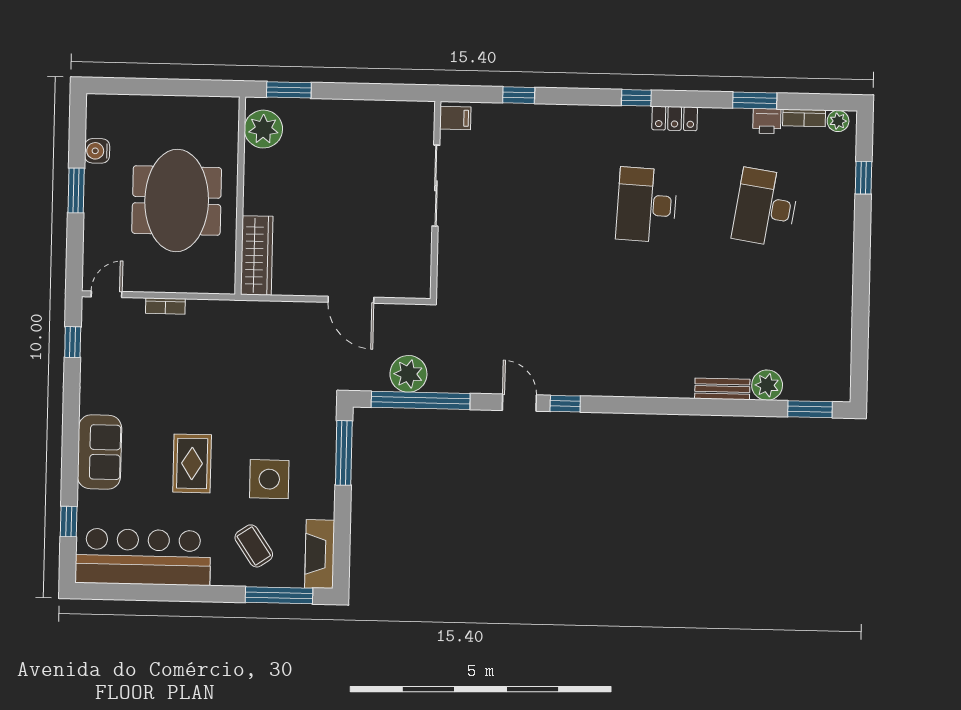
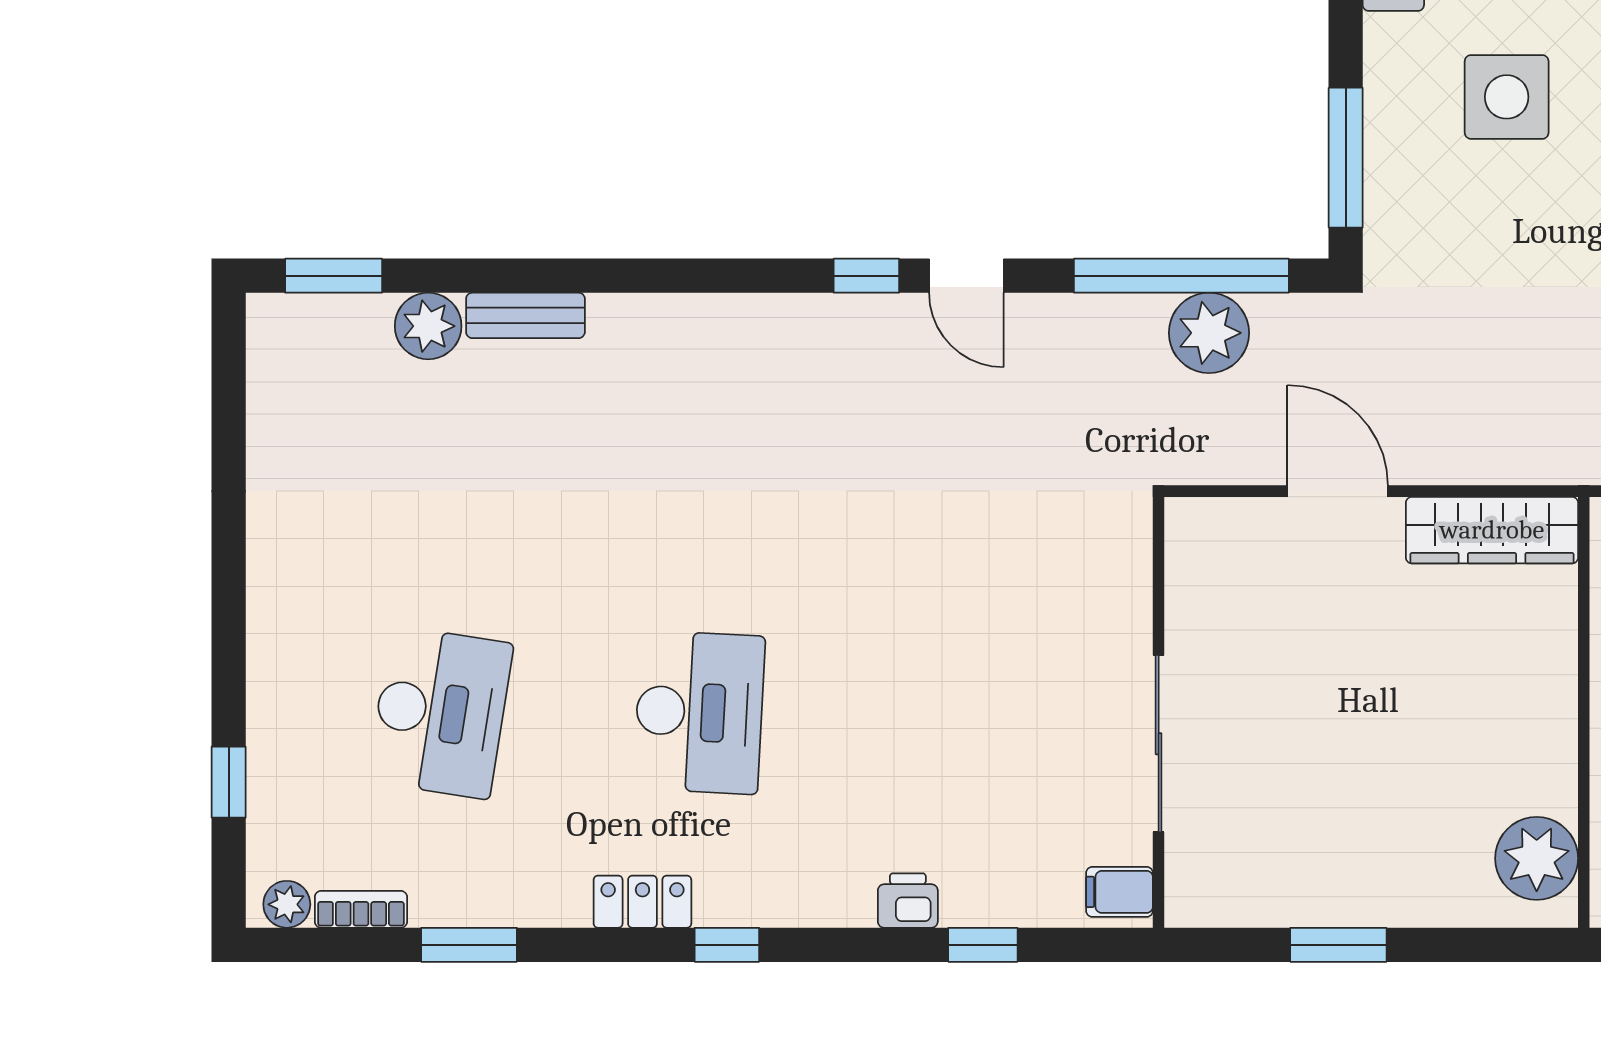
window: (289, 90) -> (1338, 945), moved
printer: (767, 121) -> (908, 901), moved
wardrobe: (257, 255) -> (1492, 530), moved, turned -90

